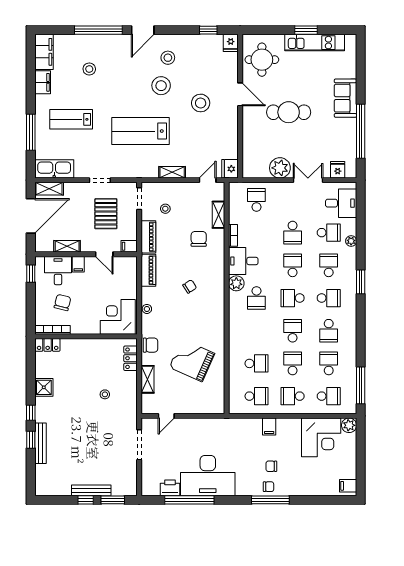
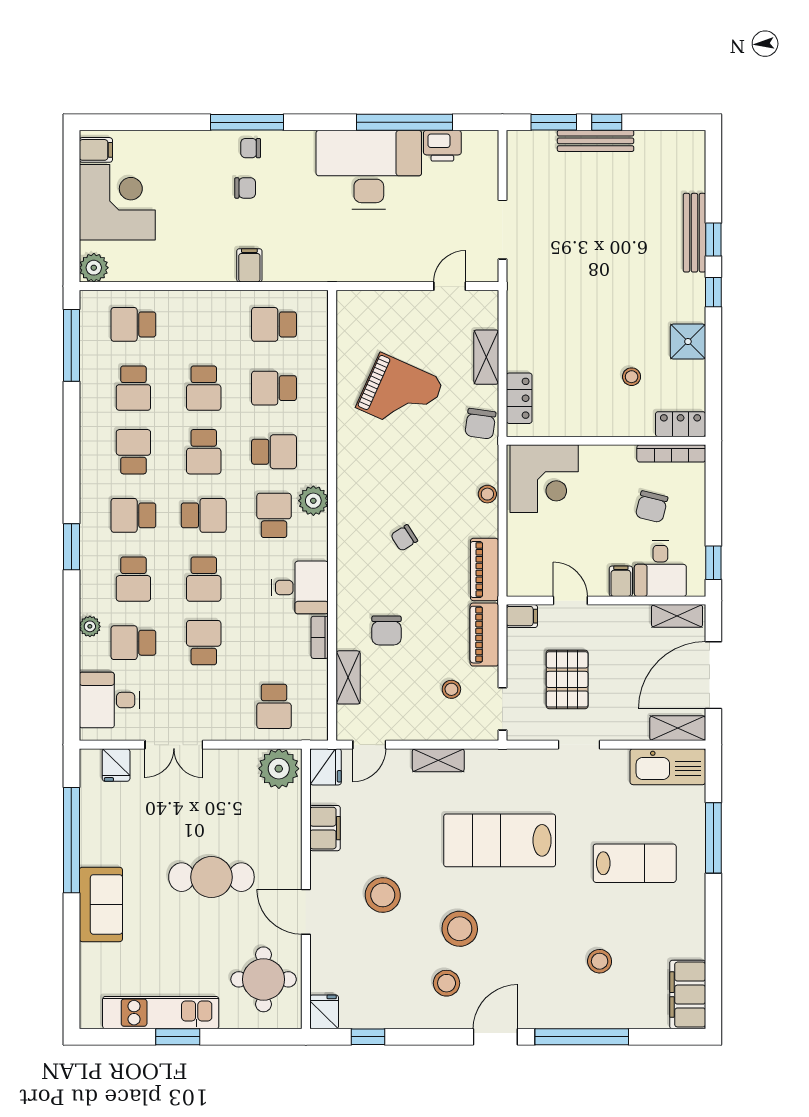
filing cabinet: (43, 82) -> (325, 828), moved, turned 180
lab bench: (141, 131) -> (500, 840), turned 180
plant: (280, 168) -> (279, 769), moved
shelving: (67, 246) -> (677, 616), moved
plant: (236, 283) -> (313, 501), moved
chair: (150, 345) -> (480, 424), turned -82
stool: (105, 394) -> (632, 377), moved
school desk: (293, 396) -> (274, 452), moved
corner desk: (321, 437) -> (117, 202), moved, turned 90

